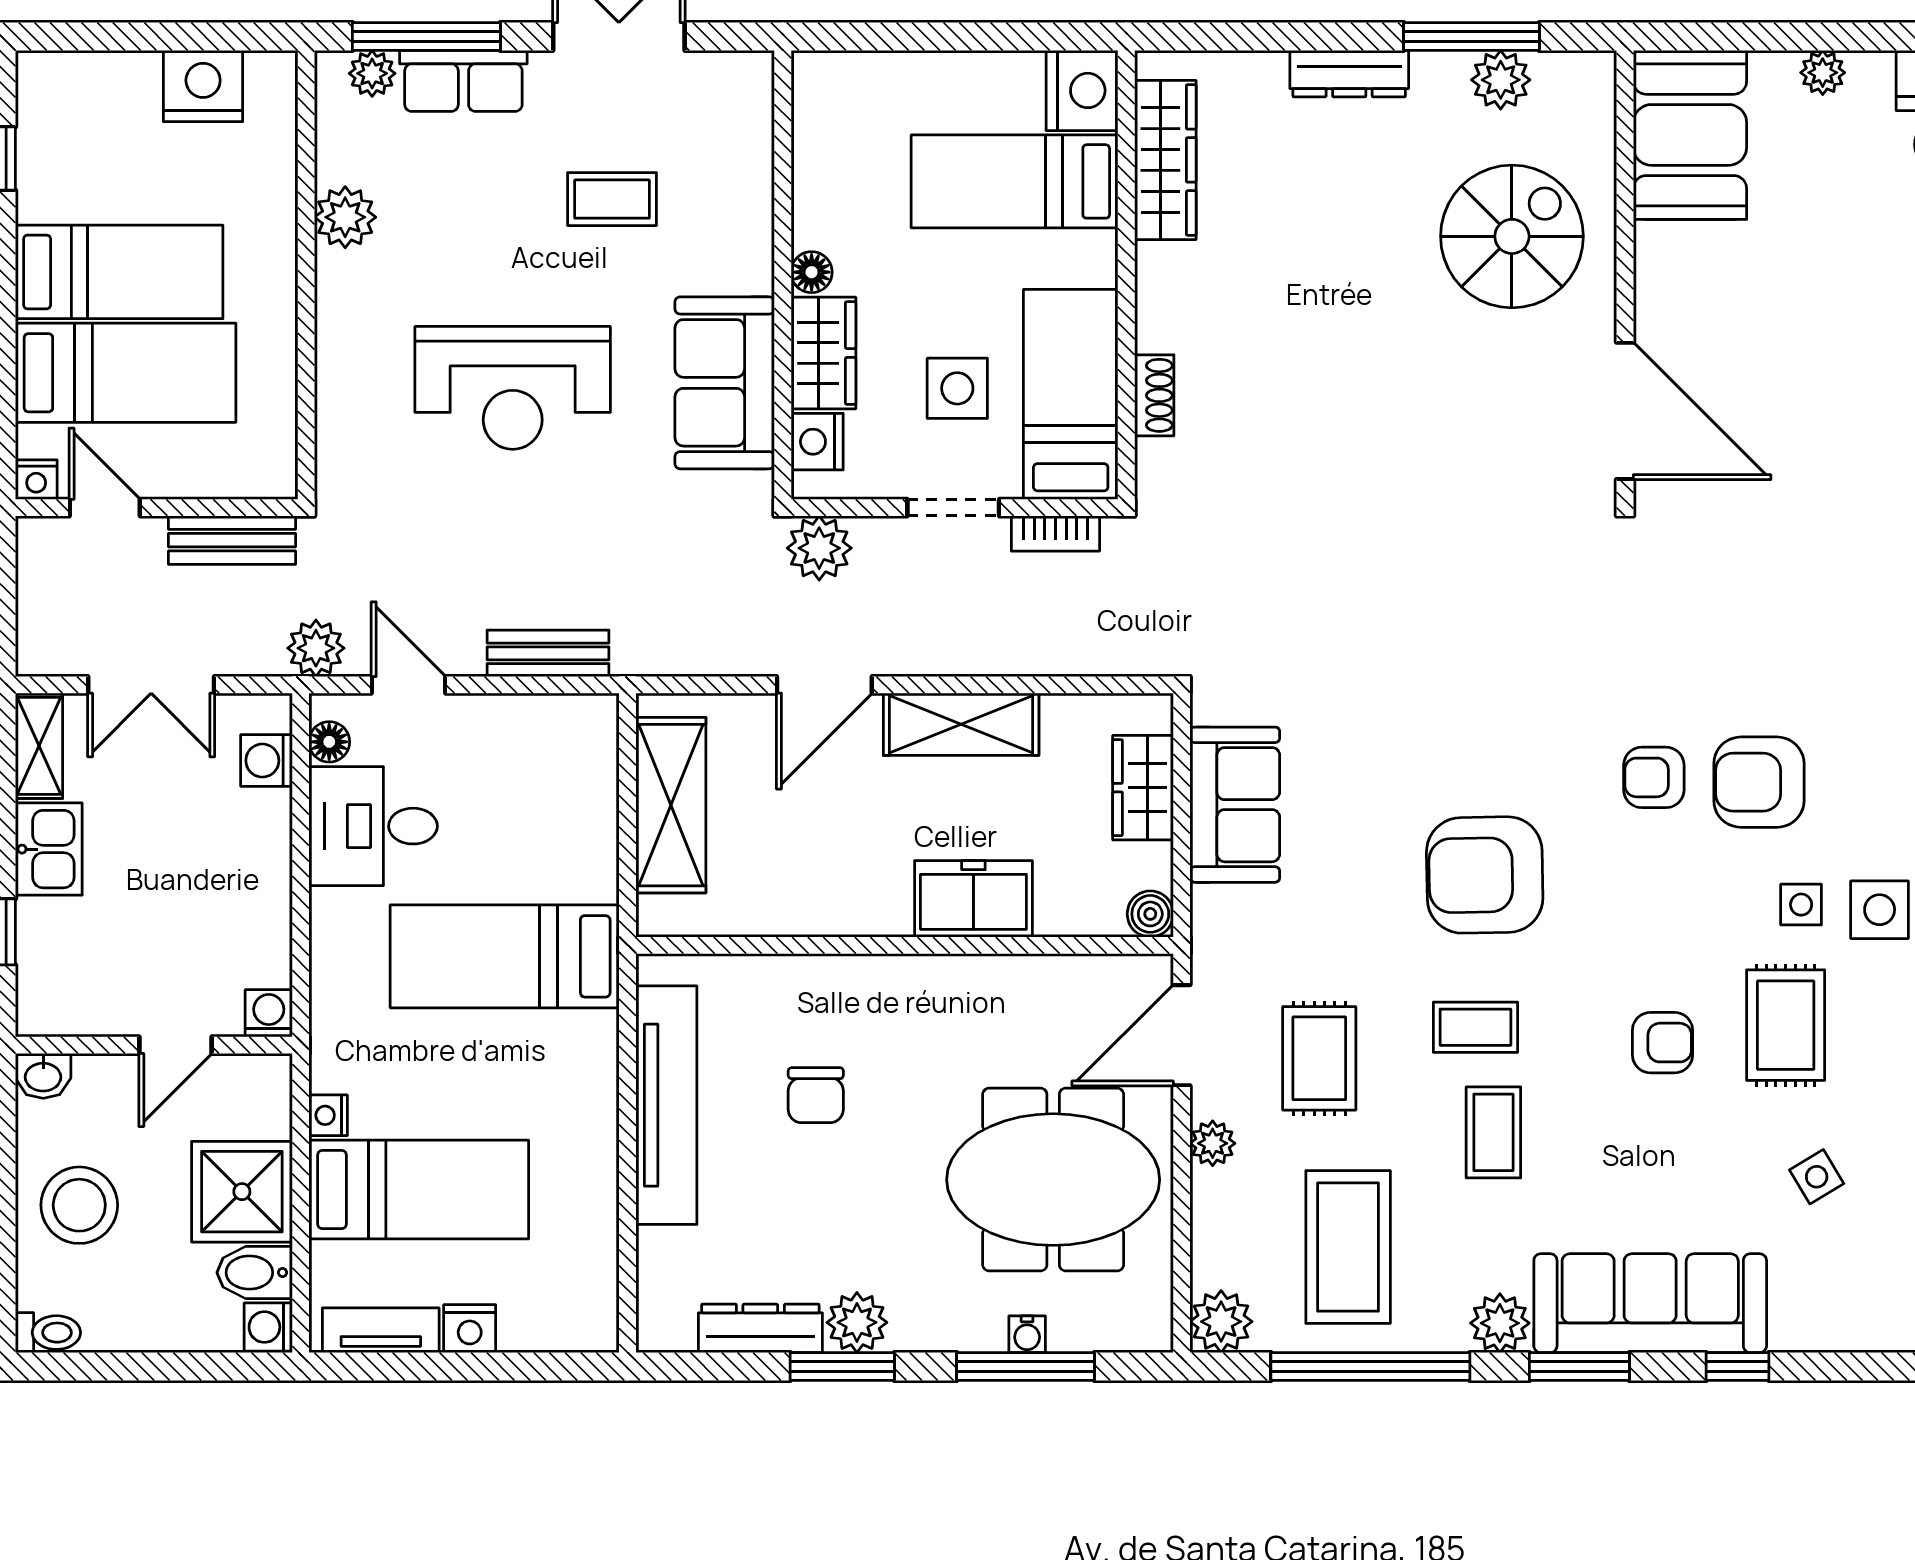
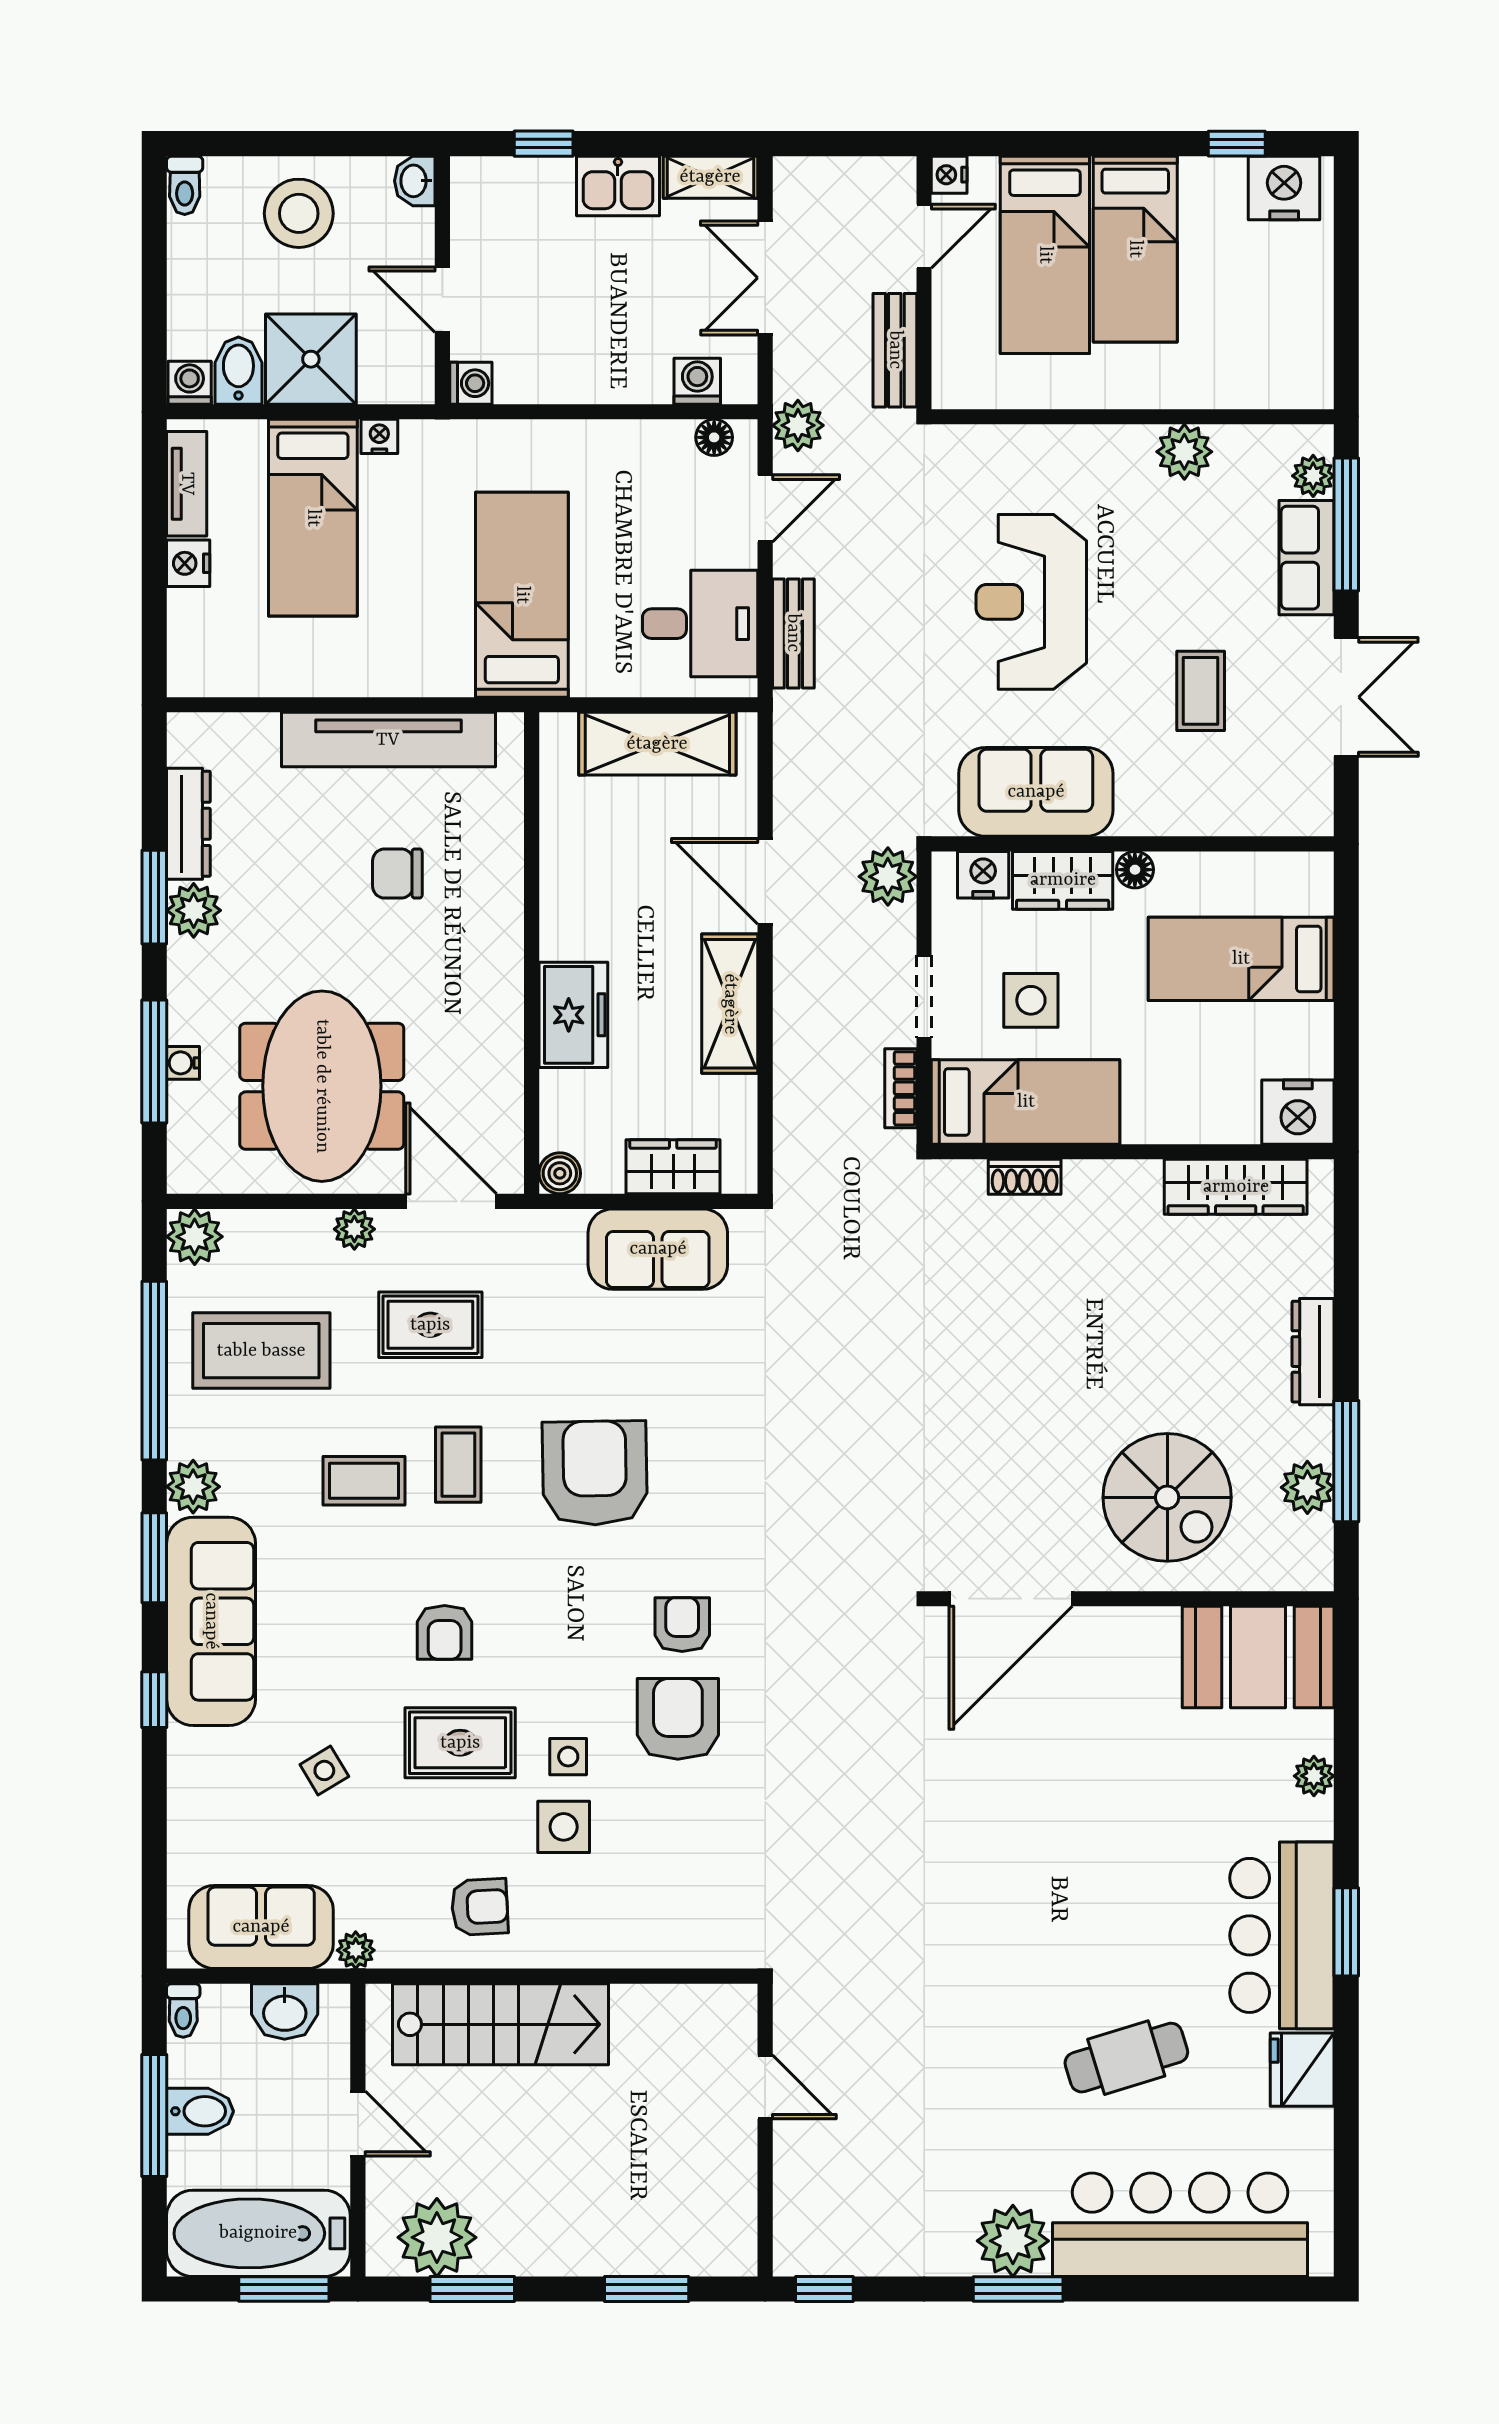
nightstand: (203, 86) -> (1284, 188), moved, turned -90
bed: (1015, 181) -> (1241, 959), moved, turned -90
desk: (373, 826) -> (700, 624), moved, turned 90

